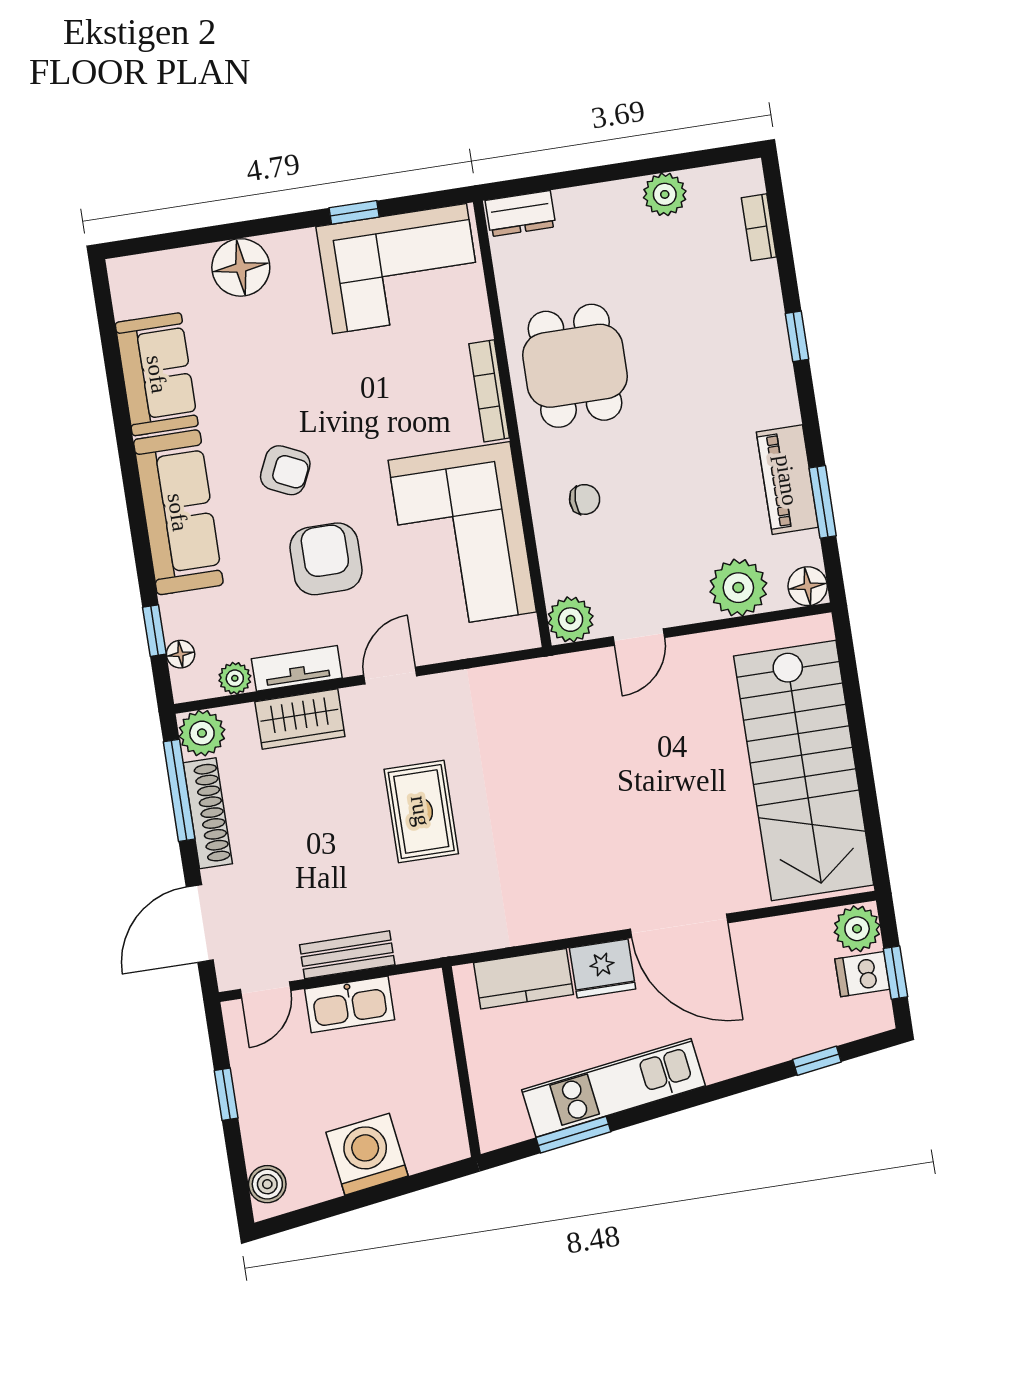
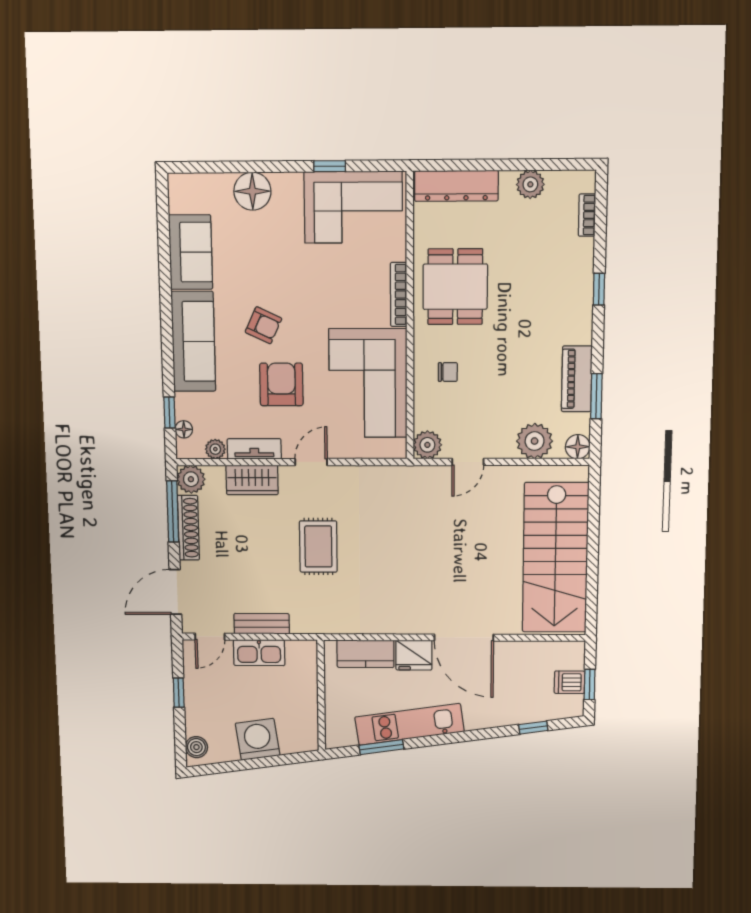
dresser: (521, 214) -> (456, 186), width x1.96, depth x1.24
plant: (857, 929) -> (571, 656), removed

